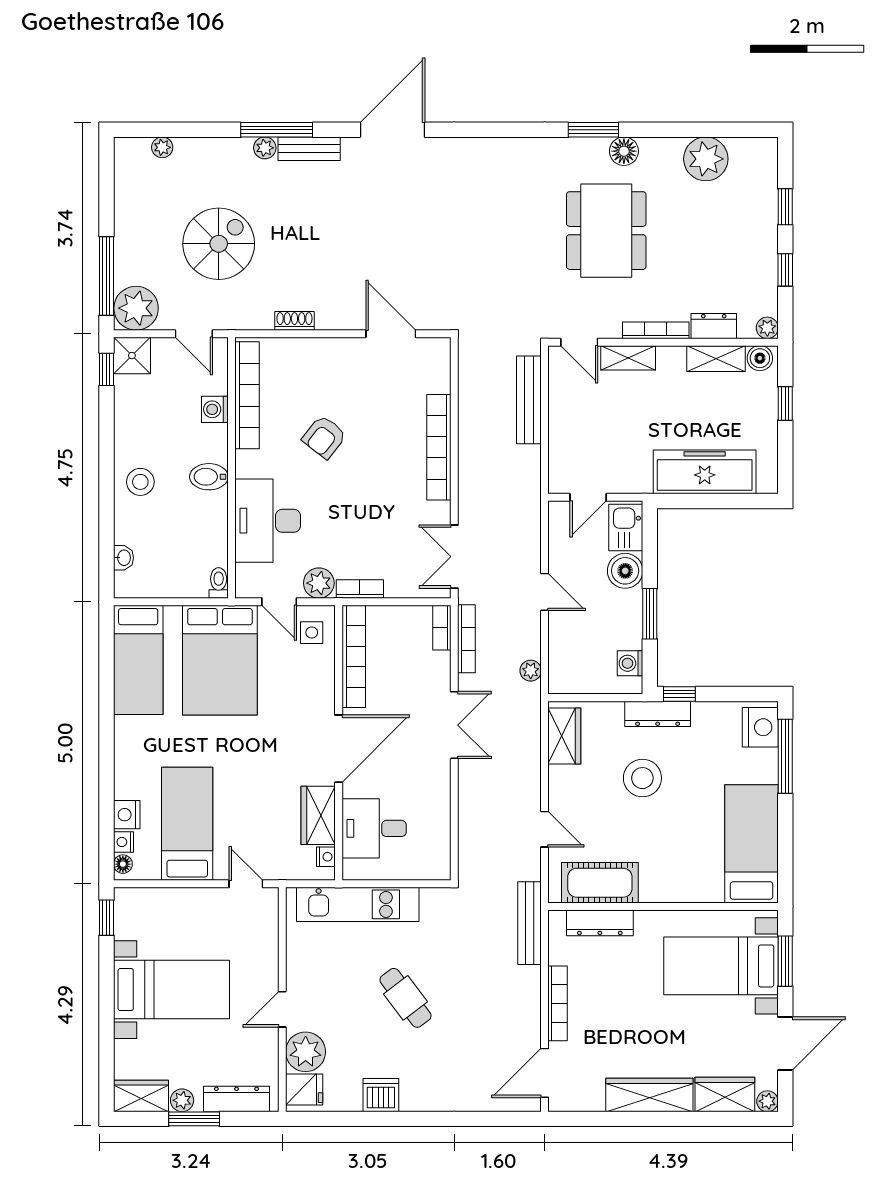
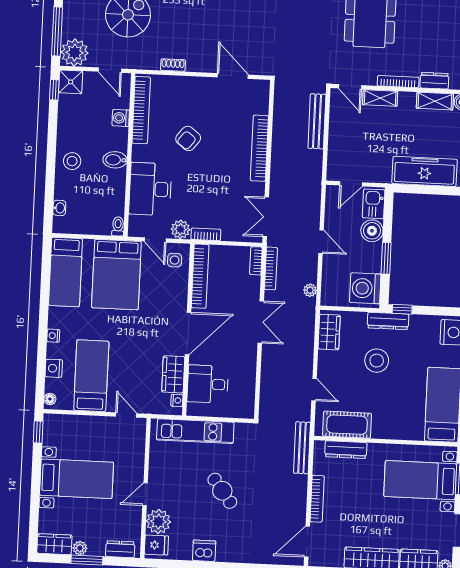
washing machine: (630, 663) -> (365, 288), width x1.89, depth x1.89
nightstand: (123, 842) -> (53, 336), moved
dresser: (237, 1099) -> (120, 549), width x0.70

